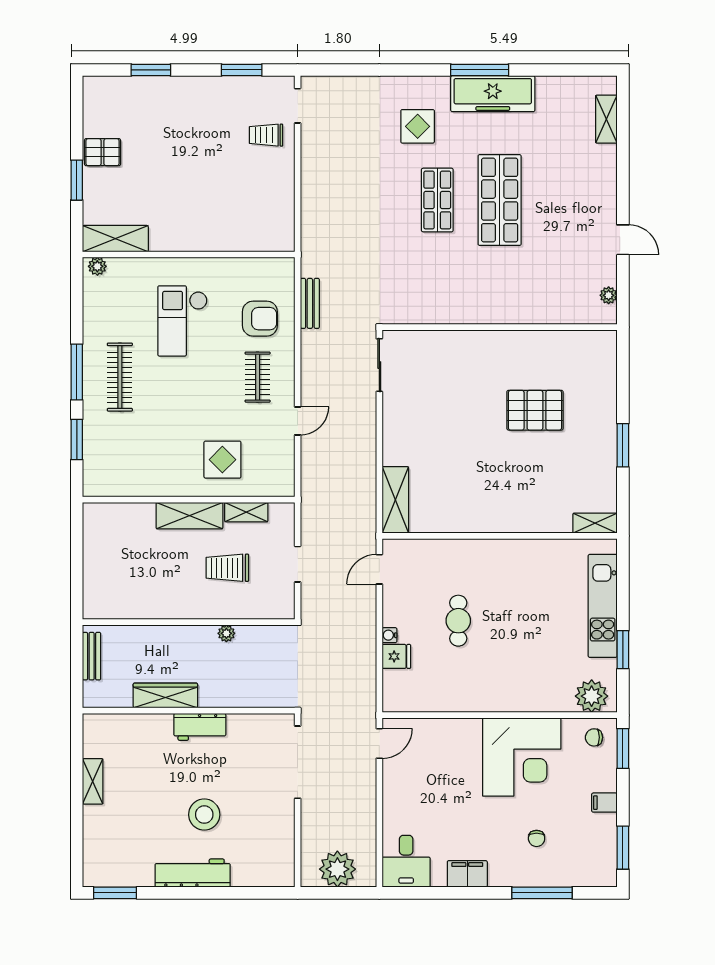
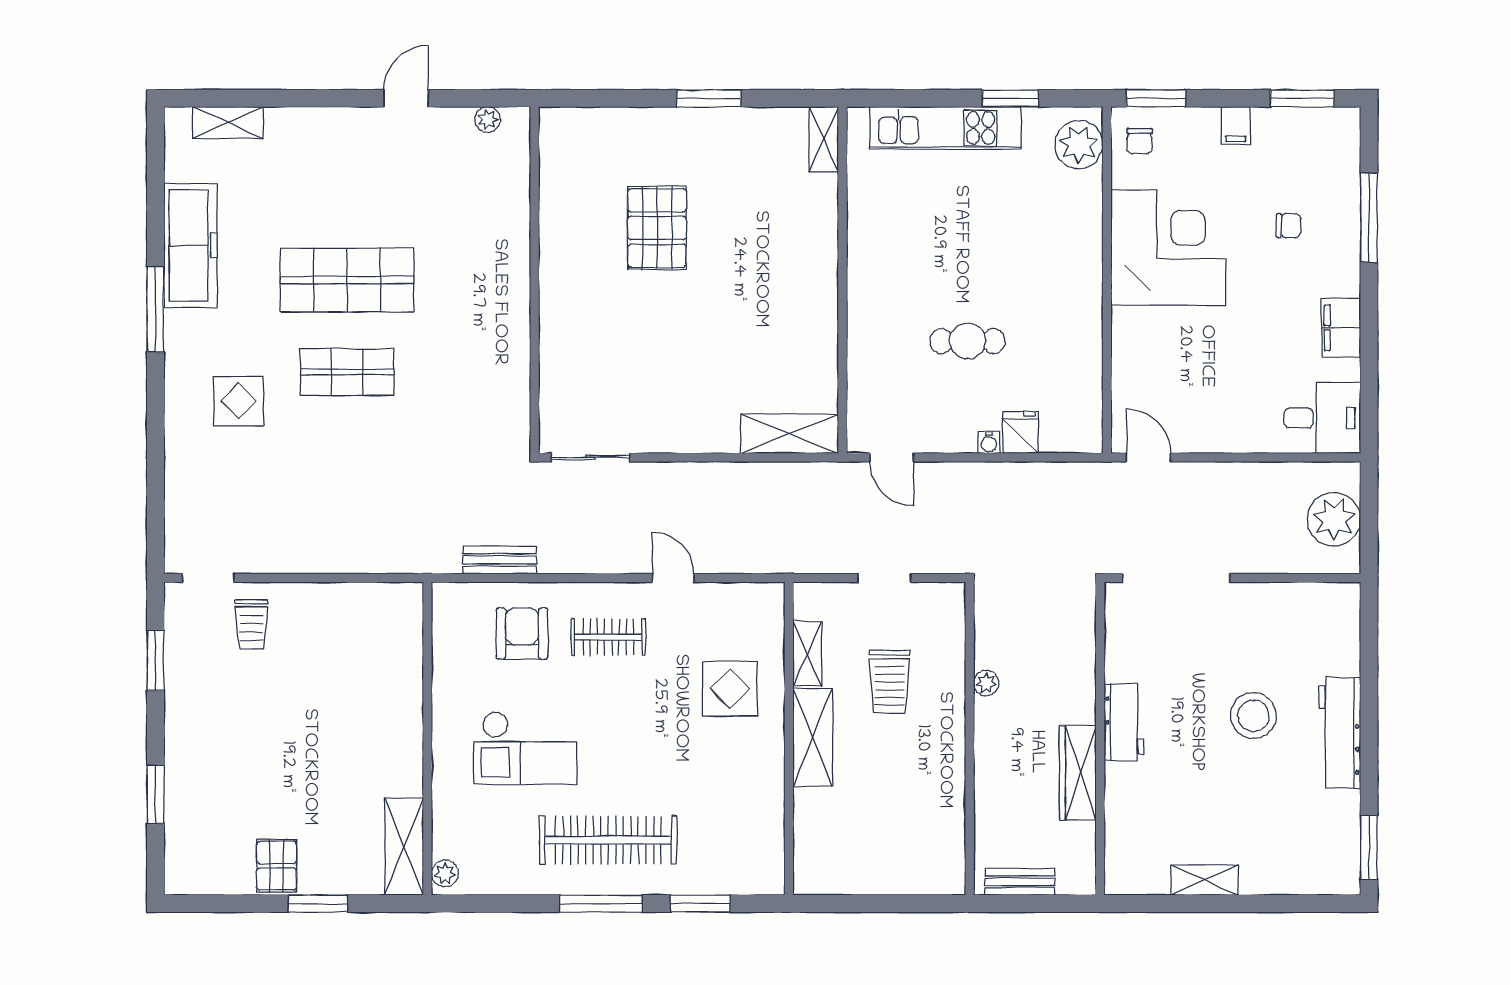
freezer: (493, 94) -> (190, 246), moved
clothes rail: (120, 377) -> (608, 840), width x1.37, depth x1.31

